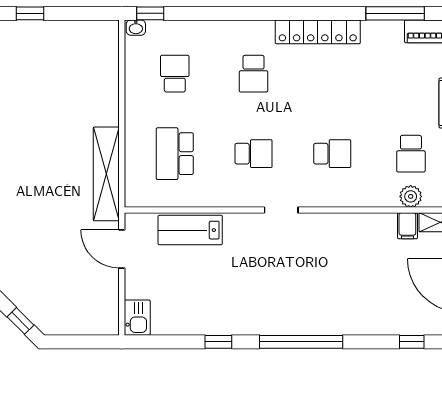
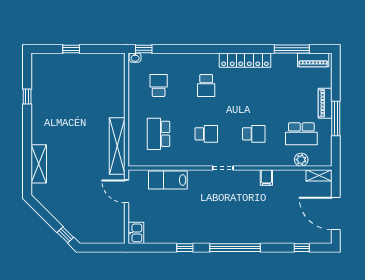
school desk: (411, 154) -> (301, 134), width x1.85
filing cabinet: (407, 226) -> (266, 177), moved

